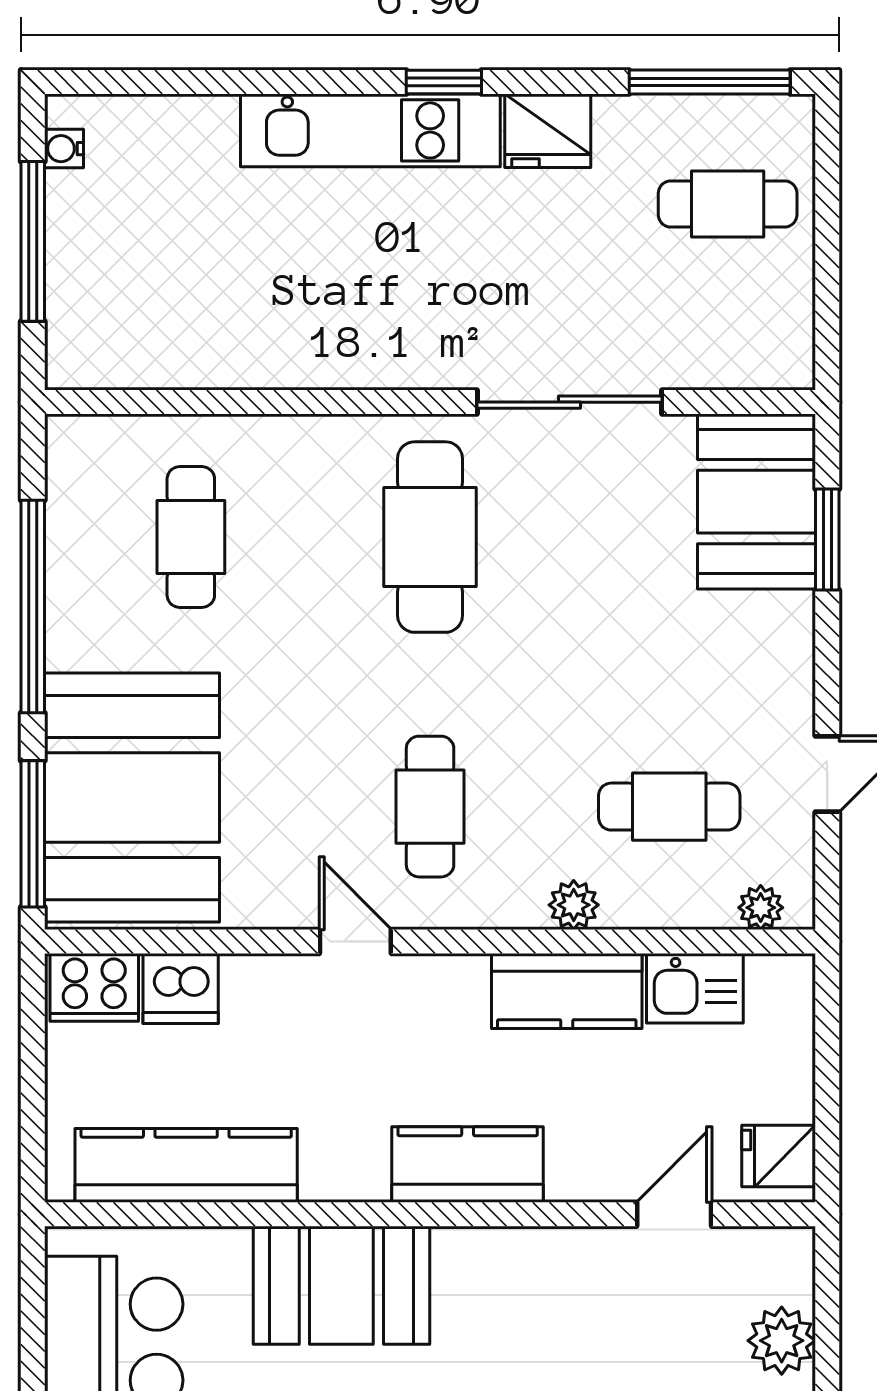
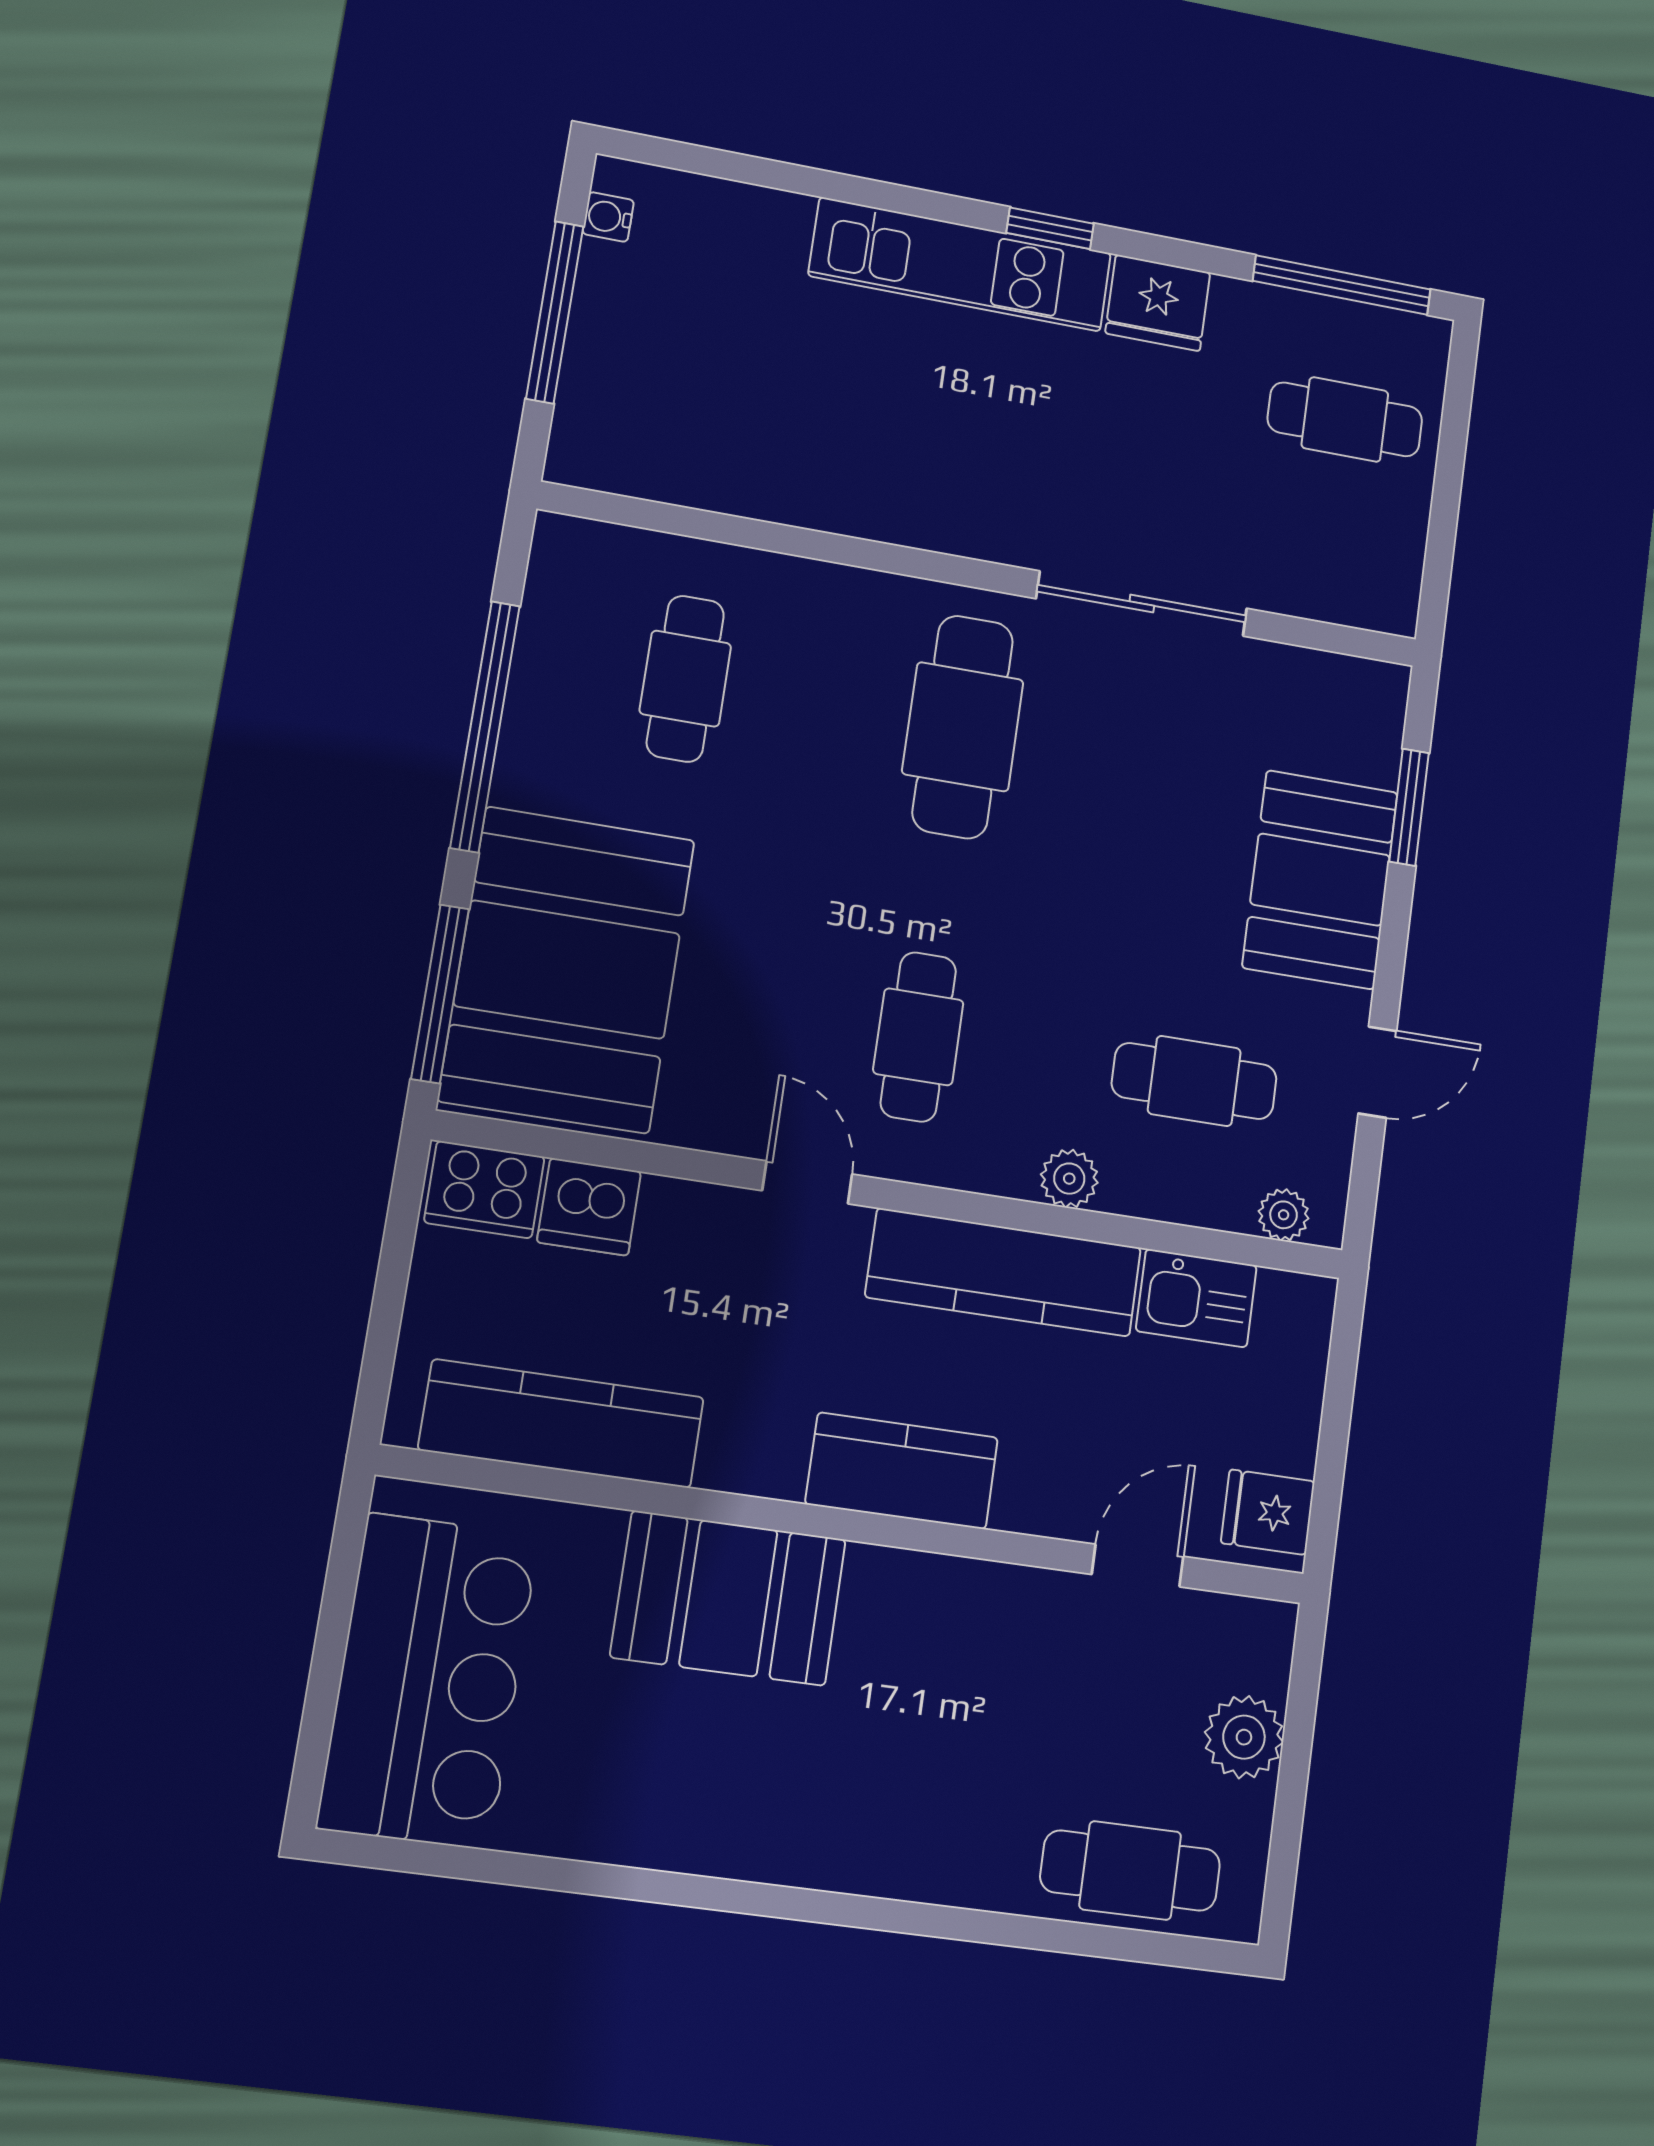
booth: (757, 502) -> (1320, 880), moved
kitchen counter: (567, 991) -> (1004, 1272), width x1.50

